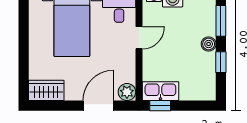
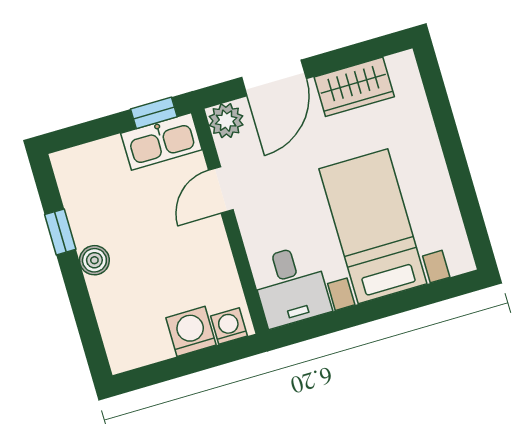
window: (221, 21) -> (84, 312), removed
door: (139, 38) -> (221, 190), moved
wardrobe: (46, 90) -> (354, 87), moved

